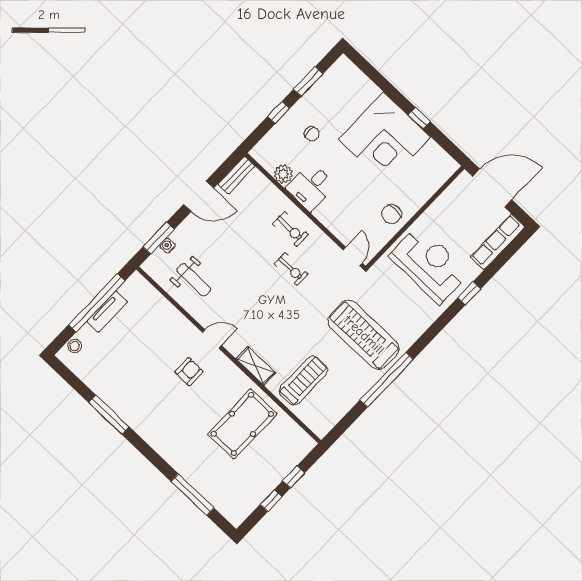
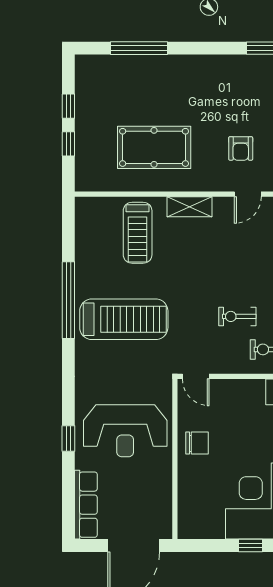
chair: (392, 214) -> (197, 443), turned 90
pool table: (242, 424) -> (154, 147), turned 90

